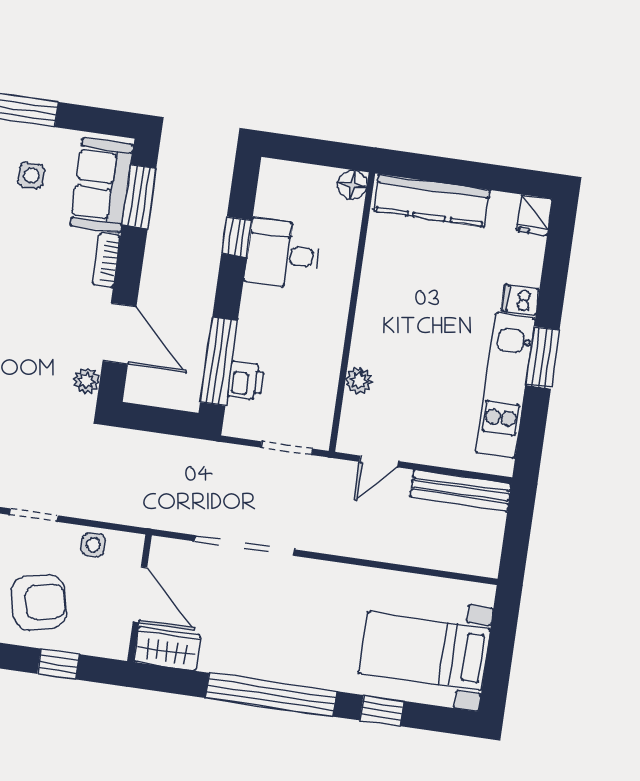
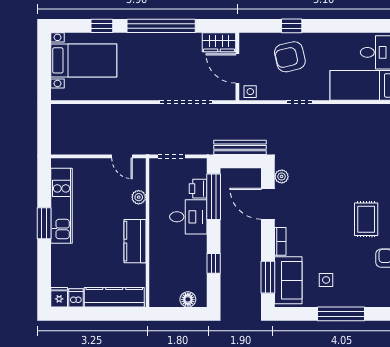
floor lamp: (352, 185) -> (188, 299), moved
desk: (283, 254) -> (188, 217), moved
kitchen counter: (378, 300) -> (135, 241), added
dishwasher: (520, 300) -> (76, 298), moved, turned -90
door: (379, 461) -> (122, 156), swing flipped
bench: (461, 490) -> (240, 147), moved
side table: (93, 545) -> (250, 92), moved
window: (58, 664) -> (292, 26), moved

